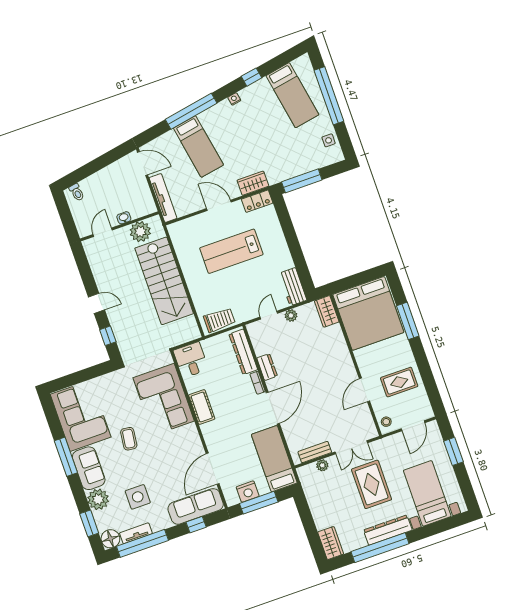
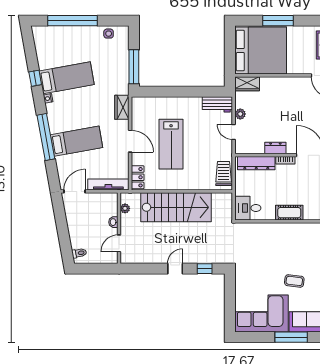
bed: (292, 95) -> (67, 78), moved
locker: (257, 201) -> (138, 177), moved
door: (219, 205) -> (130, 141), swing flipped
door: (103, 232) -> (119, 243), hinge flipped
plant: (140, 232) -> (125, 208), width x0.53, depth x0.53
corner sofa: (164, 399) -> (272, 241), removed

